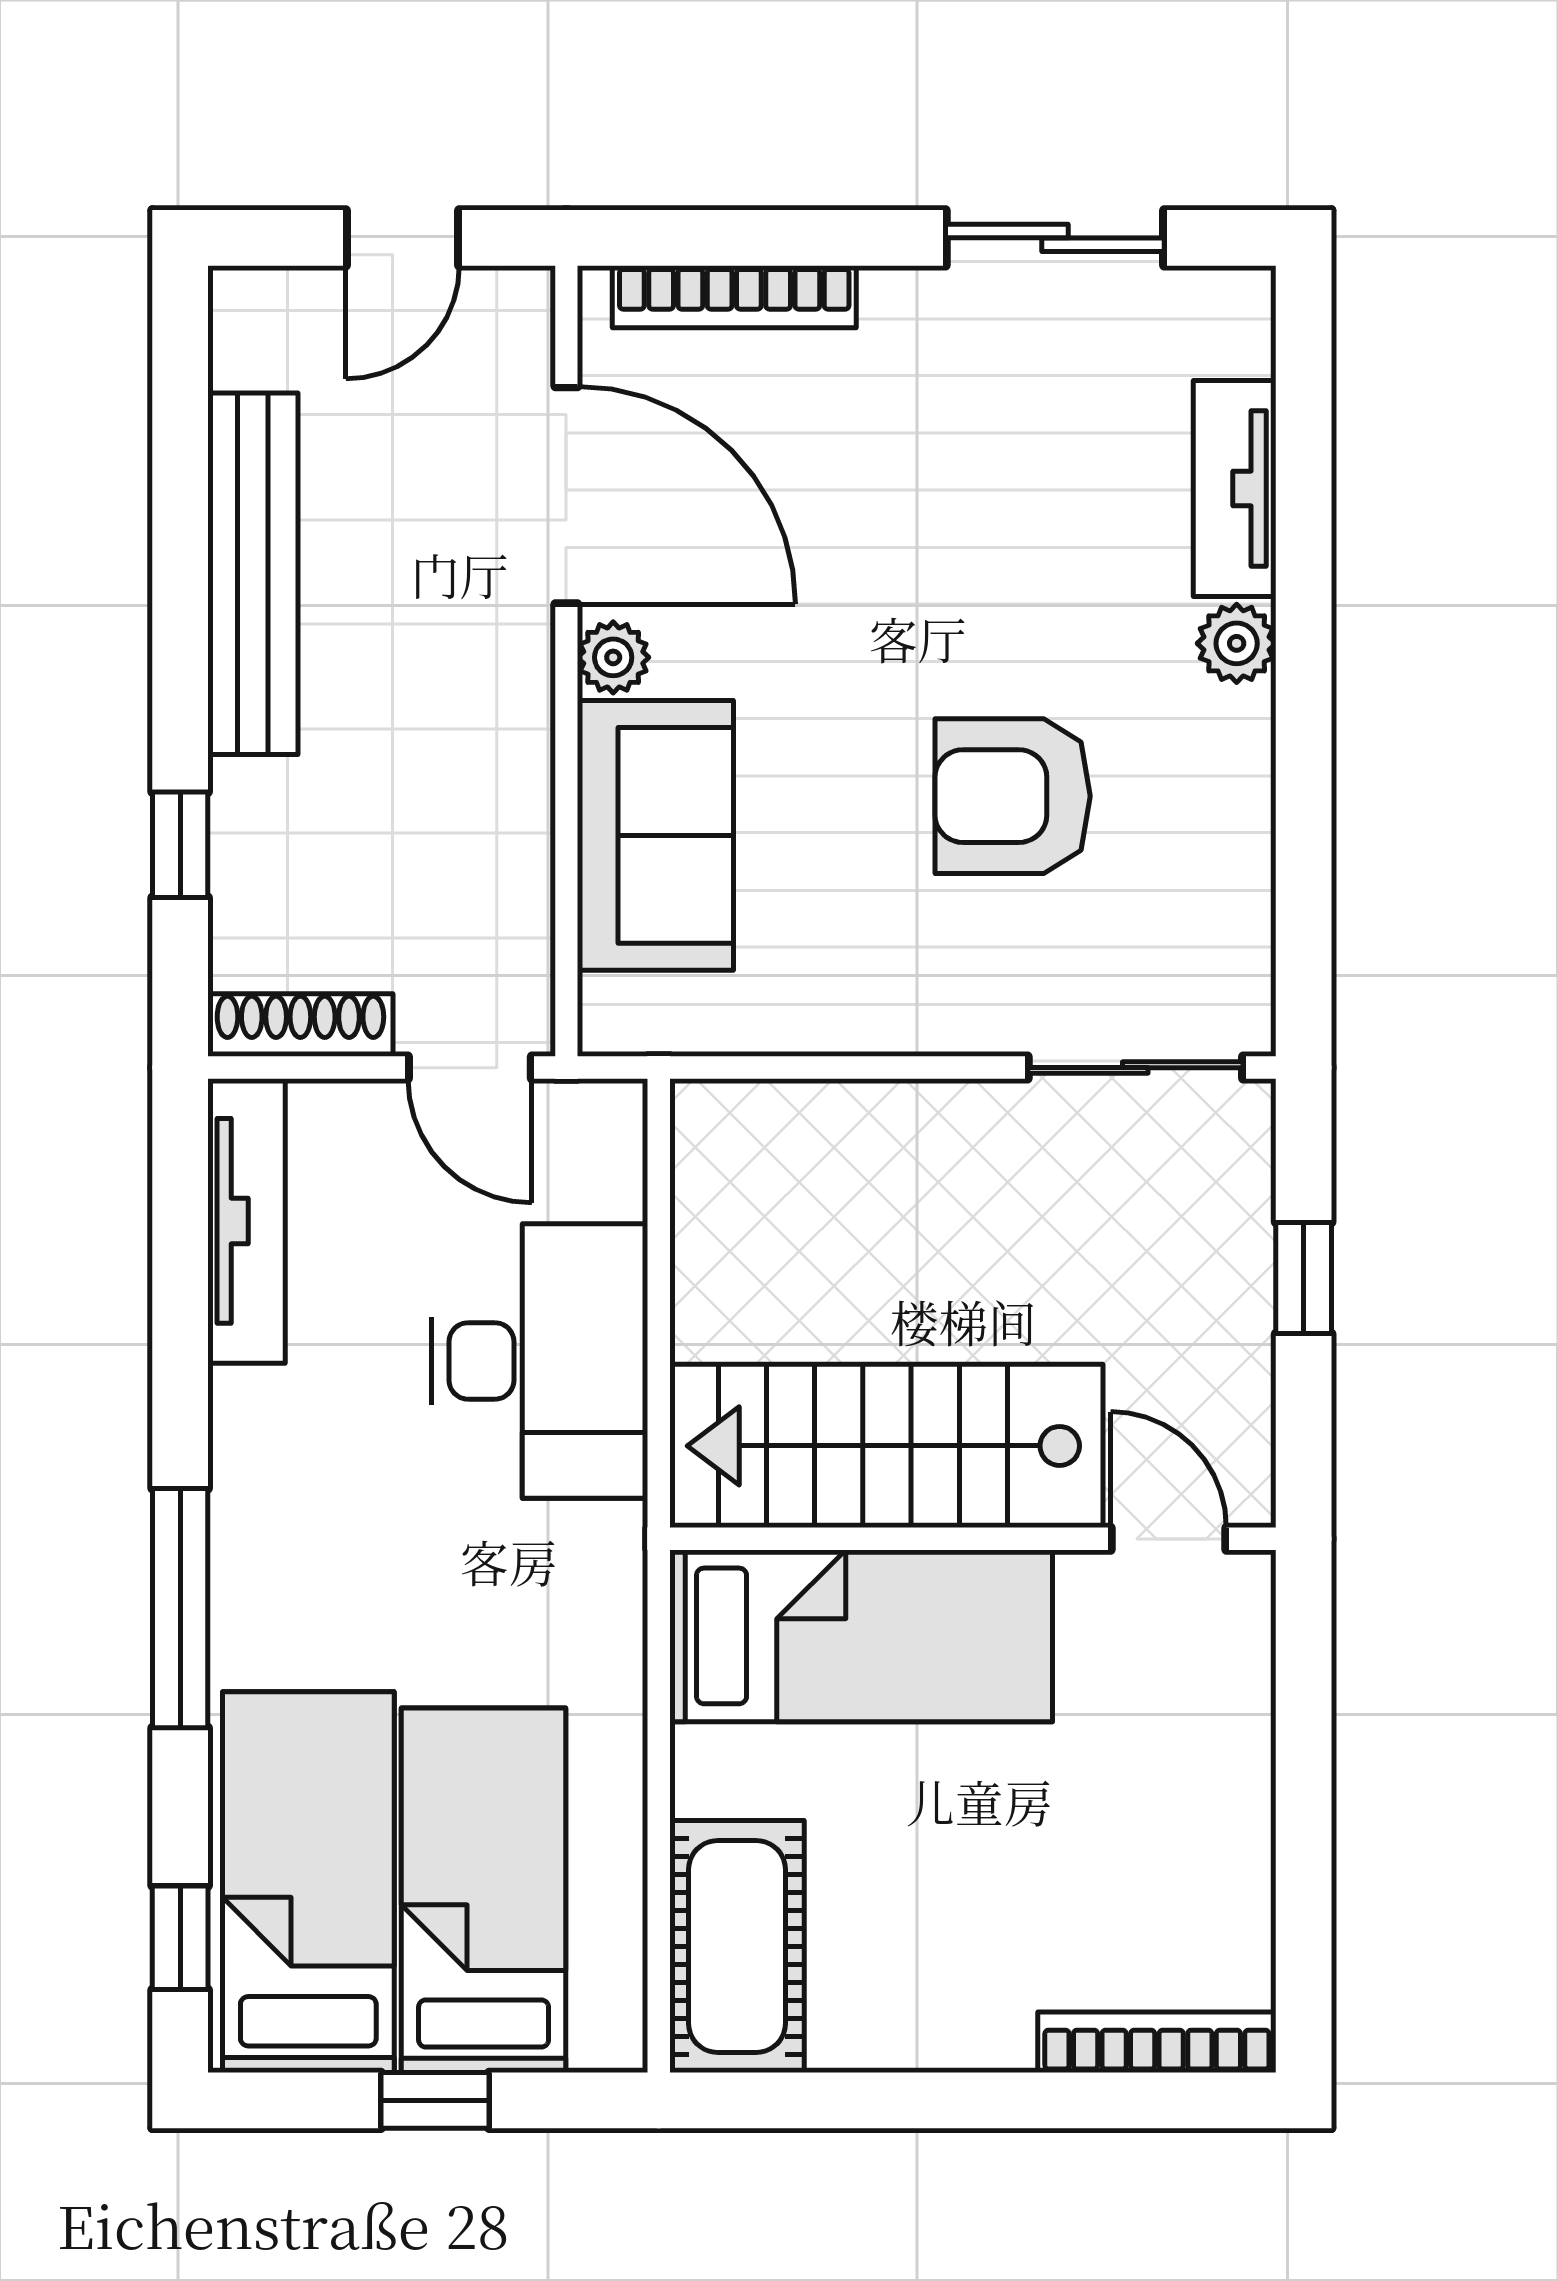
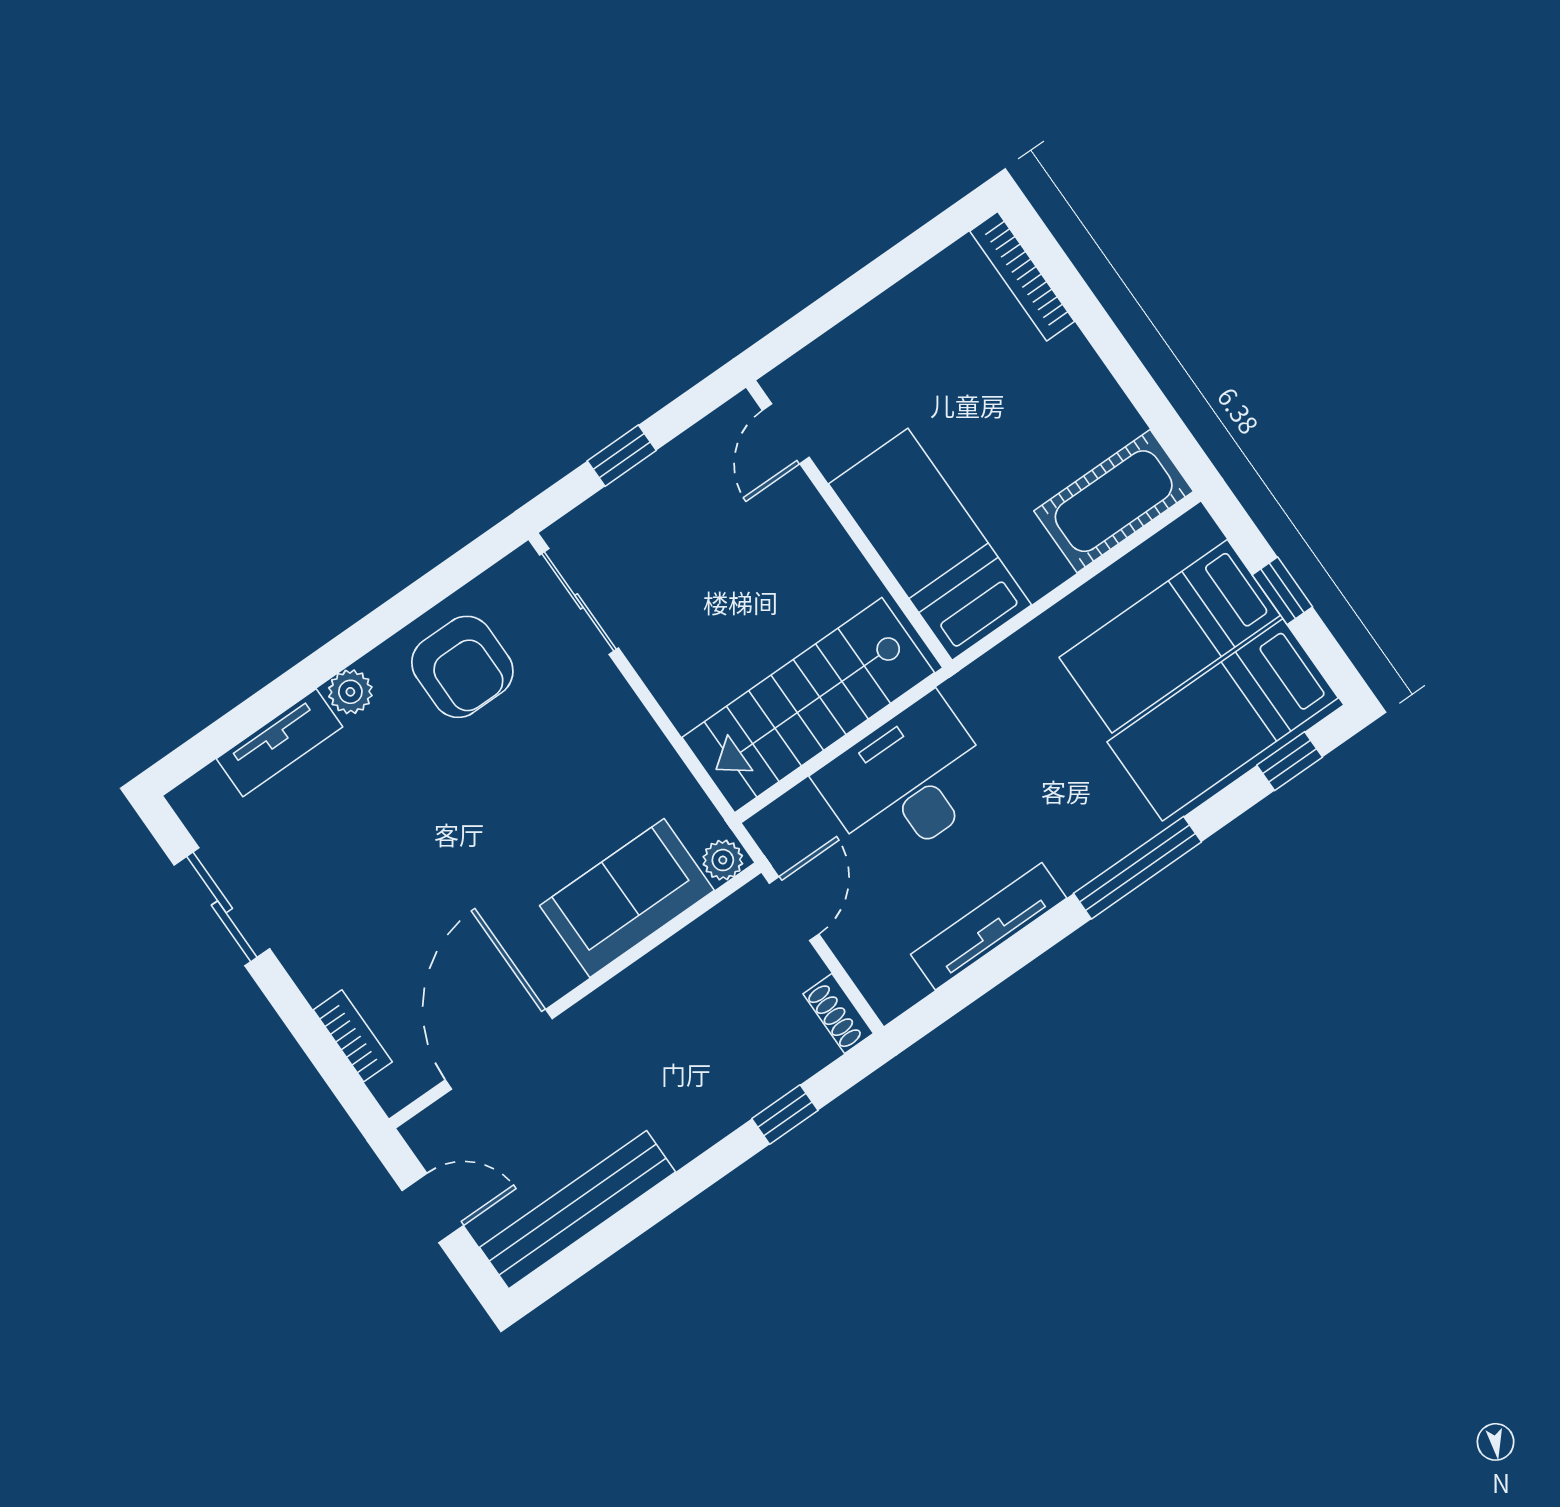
bookcase: (734, 297) -> (353, 1036), width x0.64
bench: (253, 574) -> (578, 1210), moved
plant: (613, 657) -> (723, 860), moved
armchair: (1013, 796) -> (462, 667), moved
shoe rack: (300, 1025) -> (838, 1014), width x0.70
tv unit: (246, 1221) -> (989, 926), moved
stairs: (886, 1446) -> (808, 705), moved, turned 90

